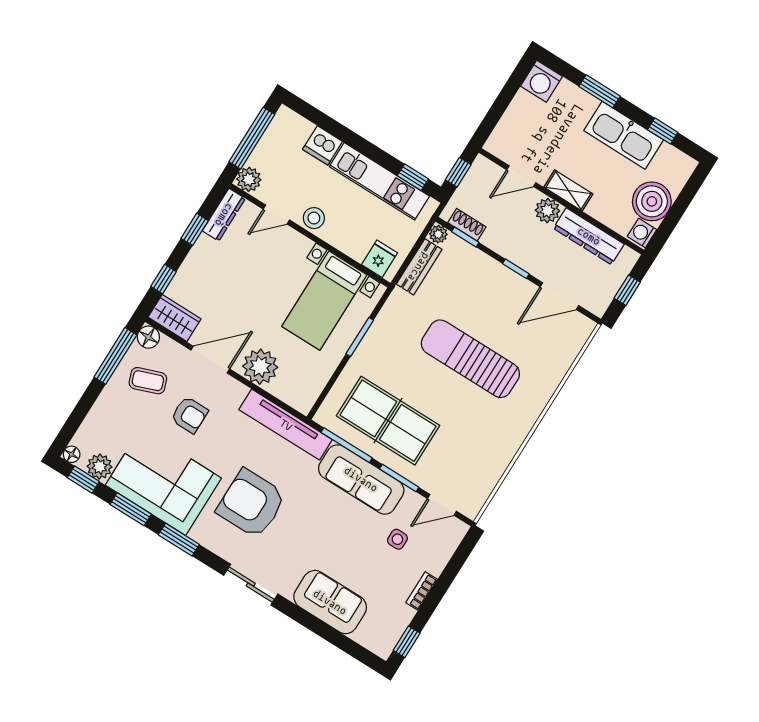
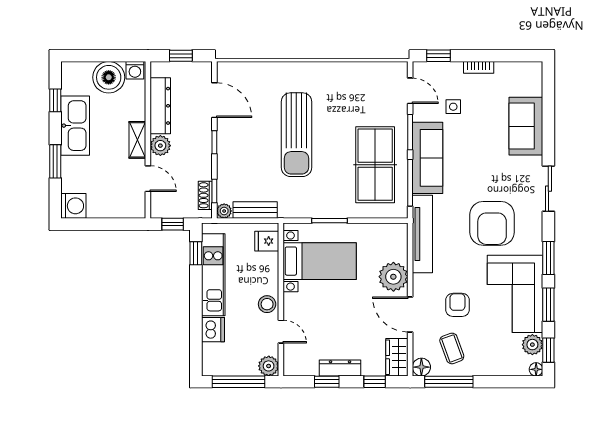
dresser: (224, 215) -> (340, 368), moved
window: (407, 642) -> (439, 56), moved

